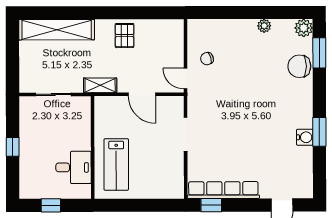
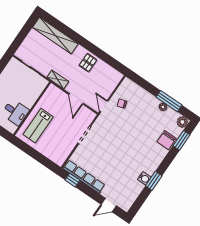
window: (267, 12) -> (169, 101), added
chair: (299, 66) -> (167, 140), turned -90

